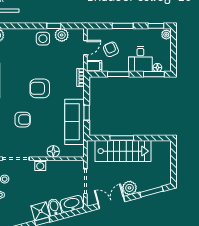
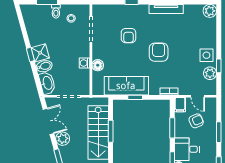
washing machine: (40, 165) -> (84, 63), moved

